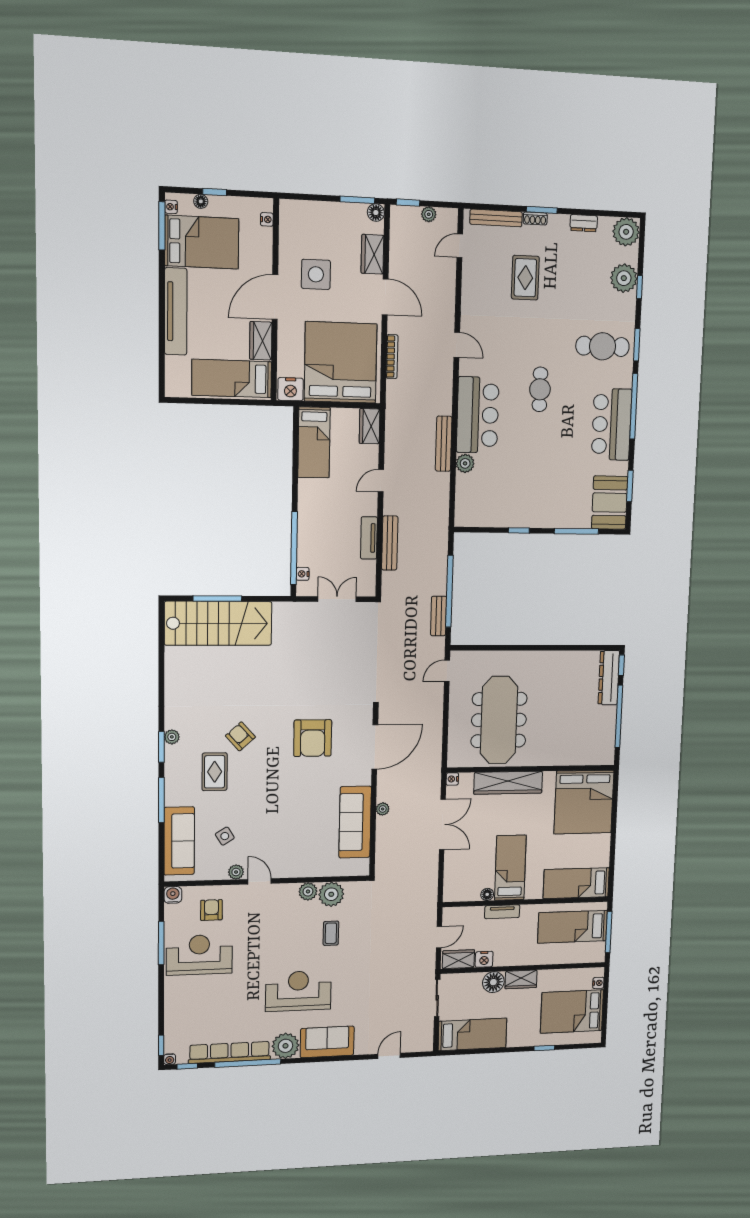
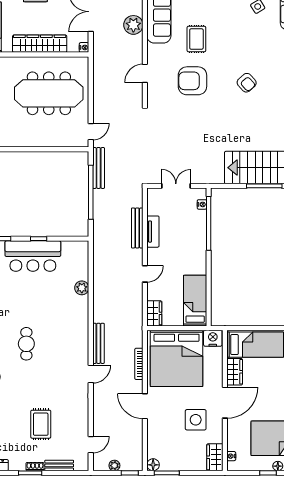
bench: (496, 218) -> (59, 465), width x0.73
wardrobe: (372, 254) -> (215, 457), moved, turned 180
door: (457, 345) -> (91, 374), swing flipped
bar counter: (478, 415) -> (33, 256), moved, turned -90
bench: (444, 444) -> (98, 343), moved
double door: (337, 599) -> (176, 186), swing flipped
bench: (439, 616) -> (99, 168), width x1.36
meeting table: (499, 720) -> (49, 93), turned 90
armchair: (313, 738) -> (192, 81), turned -90
door: (375, 747) -> (145, 73), width x0.53
rug: (215, 772) -> (196, 39), moved
plant: (383, 809) -> (133, 25), width x1.87, depth x1.87

